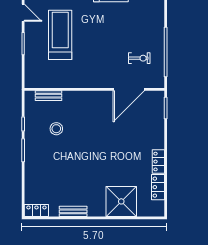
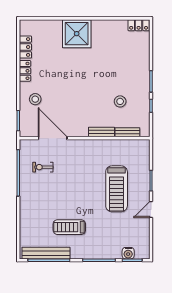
door: (23, 13) -> (151, 209), hinge flipped
door: (129, 89) -> (53, 138), hinge flipped
stool: (147, 131) -> (35, 99), added
shower: (121, 201) -> (77, 34), moved
bench: (73, 211) -> (101, 132), moved

